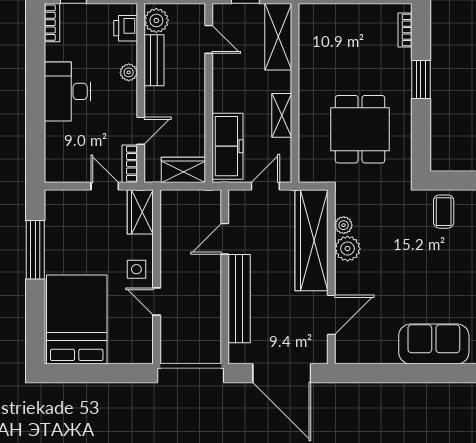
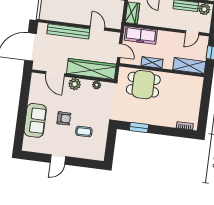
window: (421, 80) -> (139, 128), moved
dining table: (360, 129) -> (143, 85), moved
coffee table: (444, 212) -> (84, 131), moved
plant: (348, 249) -> (75, 84), moved
armchair: (422, 284) -> (64, 118), added

